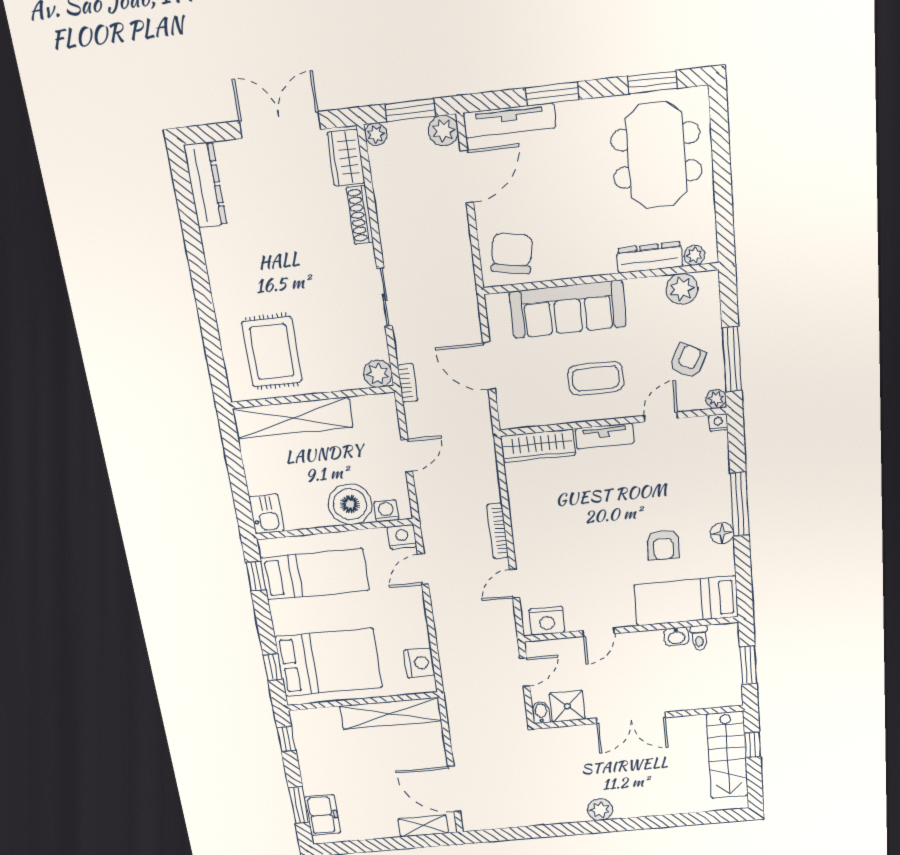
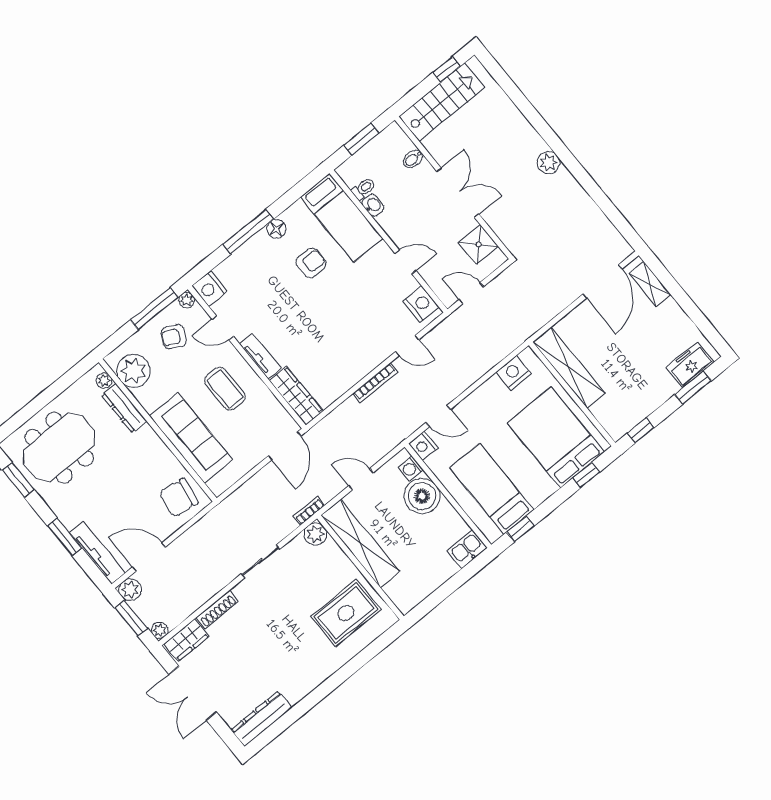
plant: (682, 289) -> (134, 371), width x1.36, depth x1.36
door: (489, 366) -> (285, 446), moved
shelving: (293, 418) -> (360, 543), moved
nightstand: (718, 422) -> (210, 289), width x1.89, depth x1.79
bidet: (541, 712) -> (413, 159), moved
window: (753, 745) -> (447, 69), moved

